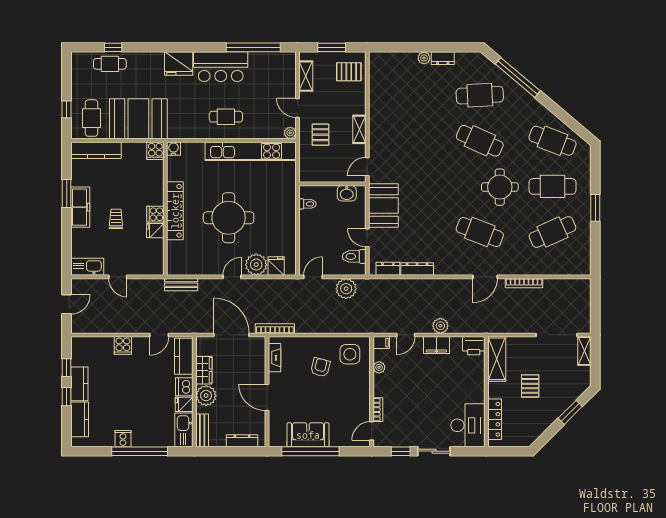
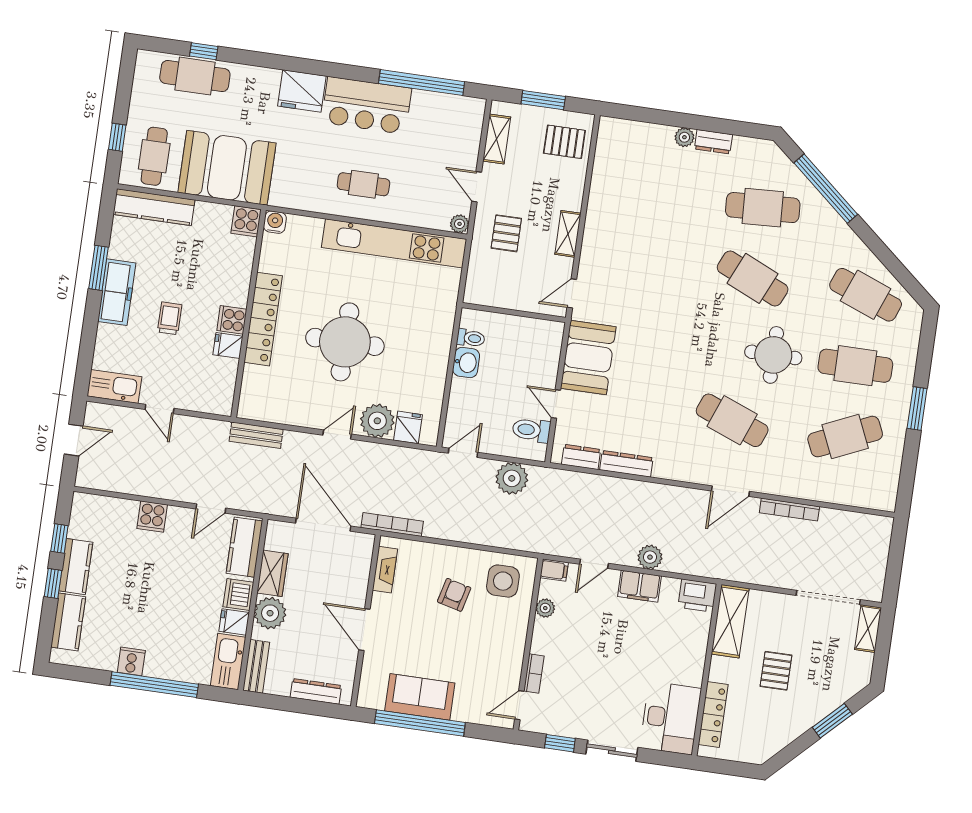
cafe table: (110, 64) -> (195, 76), width x1.37, depth x1.35
washbasin: (347, 193) -> (466, 362), moved, turned -90

